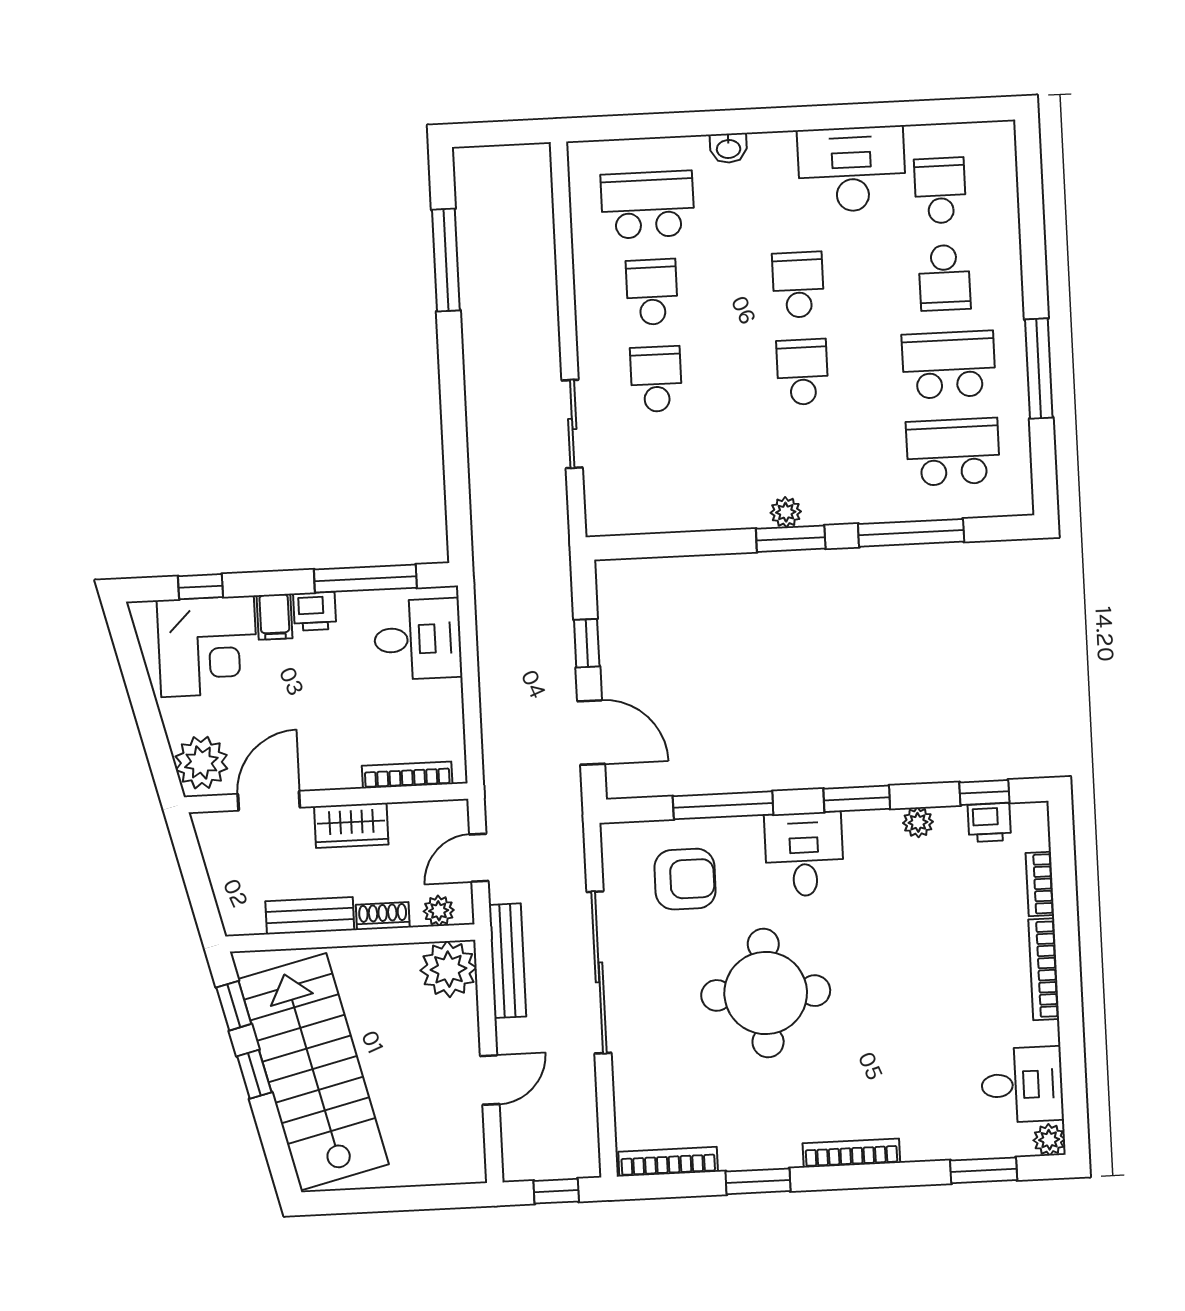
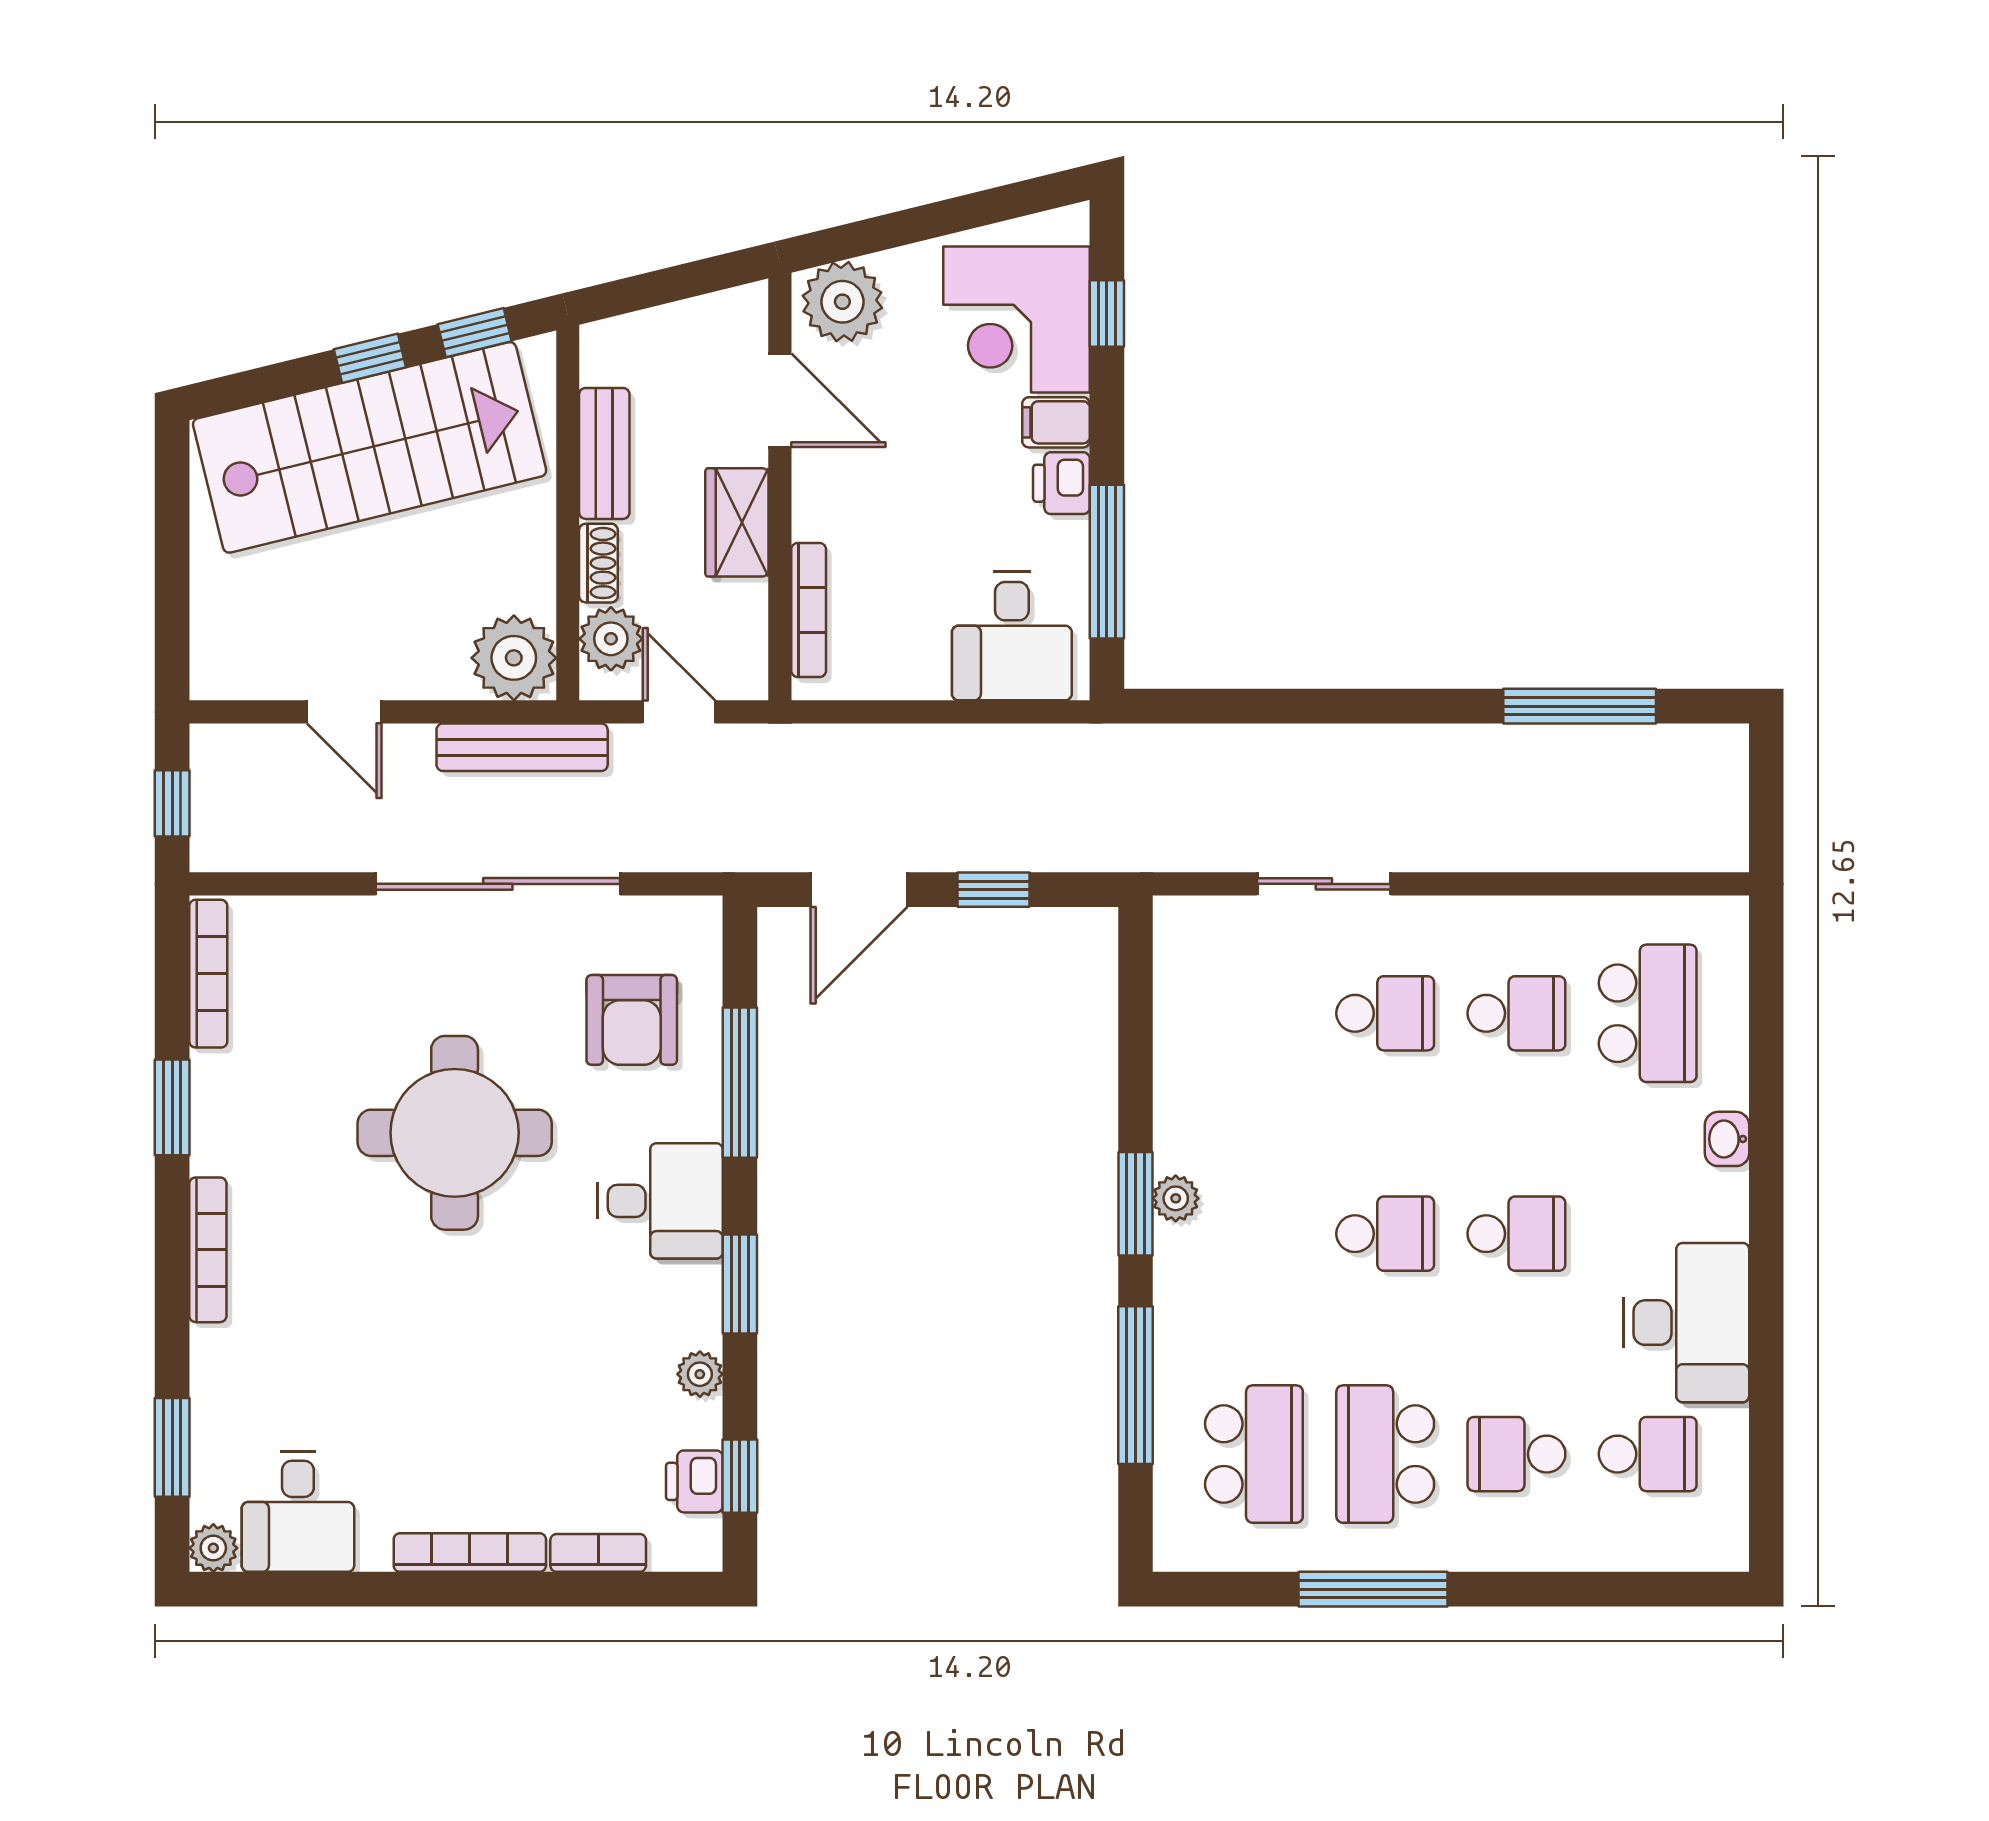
school desk: (949, 365) -> (1385, 1454), turned 180
plant: (439, 911) -> (611, 639), width x1.38, depth x1.38

